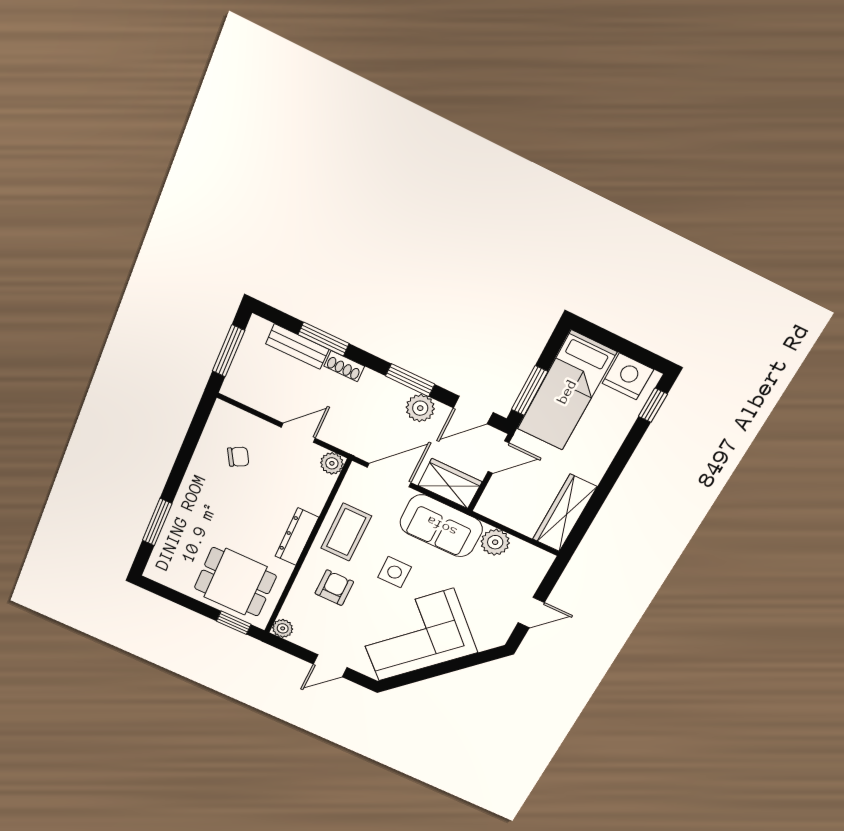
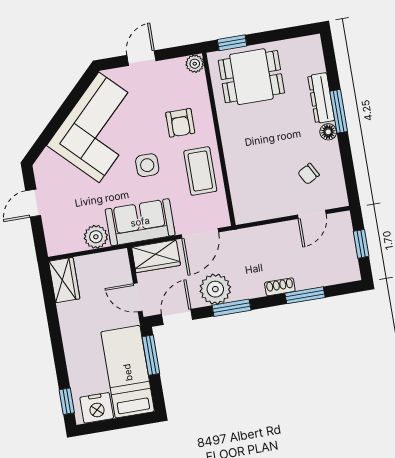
bench: (297, 347) -> (319, 278), removed
window: (228, 351) -> (361, 244), width x0.67
plant: (420, 408) -> (215, 289), width x1.36, depth x1.36
door: (298, 433) -> (312, 214), moved
door: (498, 457) -> (138, 297), hinge flipped
plant: (332, 463) -> (243, 214), removed
floor lamp: (192, 483) -> (328, 132), added
wardrobe: (565, 513) -> (64, 280), width x0.67
window: (157, 522) -> (339, 111), moved
dresser: (297, 537) -> (321, 98), moved, turned 180

